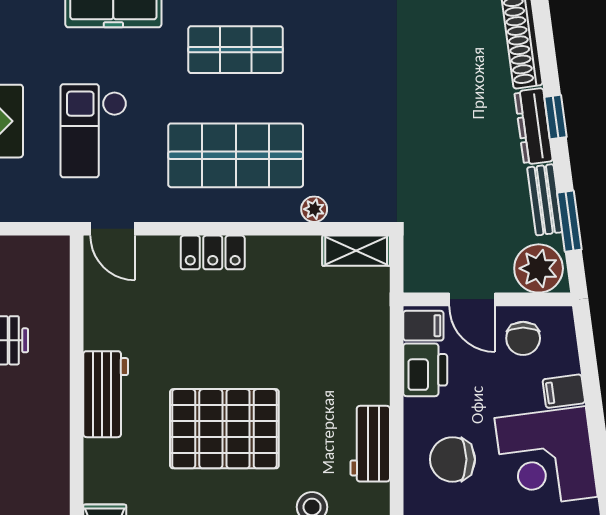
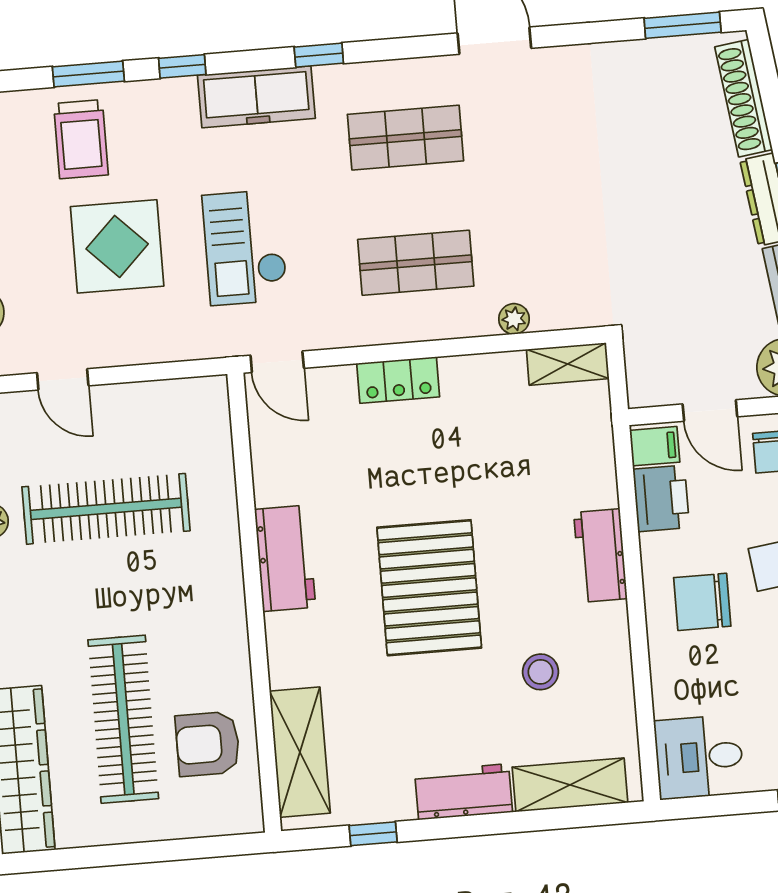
shop shelf: (236, 155) -> (416, 263), width x0.70, depth x0.74
pallet: (224, 429) -> (429, 588), turned 90
workbench: (370, 444) -> (600, 556), moved

